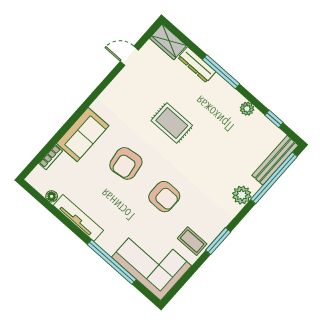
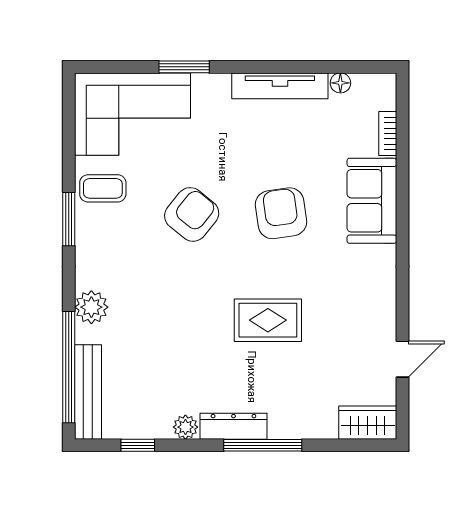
dresser: (197, 65) -> (233, 426), moved
armchair: (164, 197) -> (192, 214), turned 129
window: (112, 262) -> (184, 67), width x0.47

